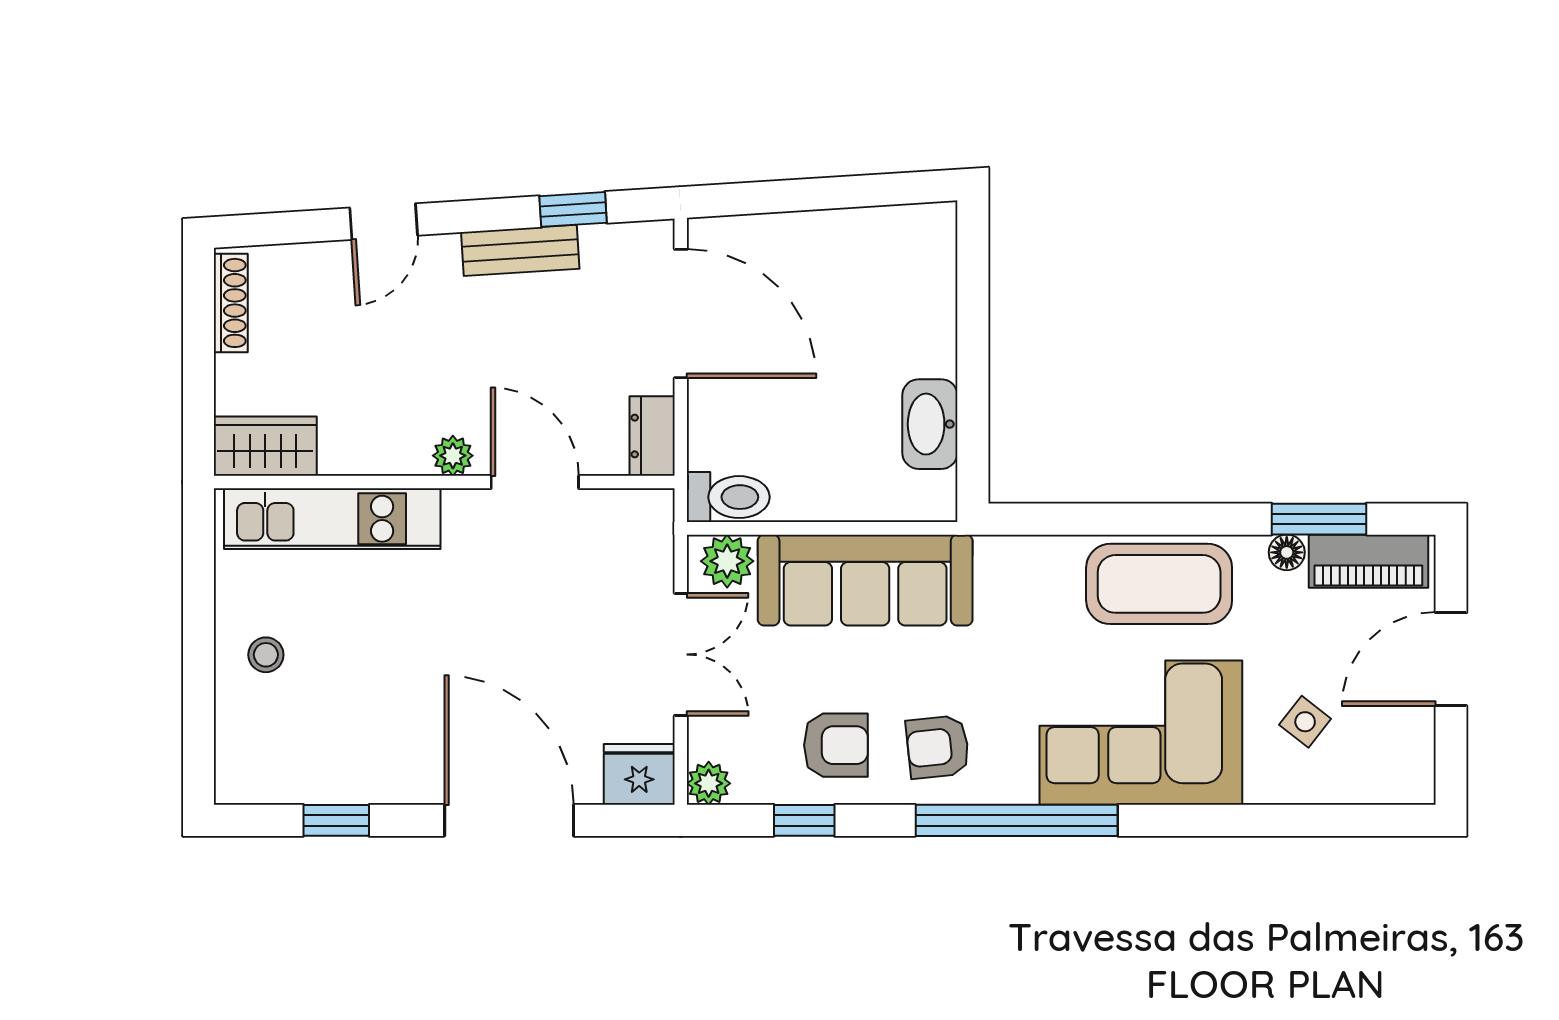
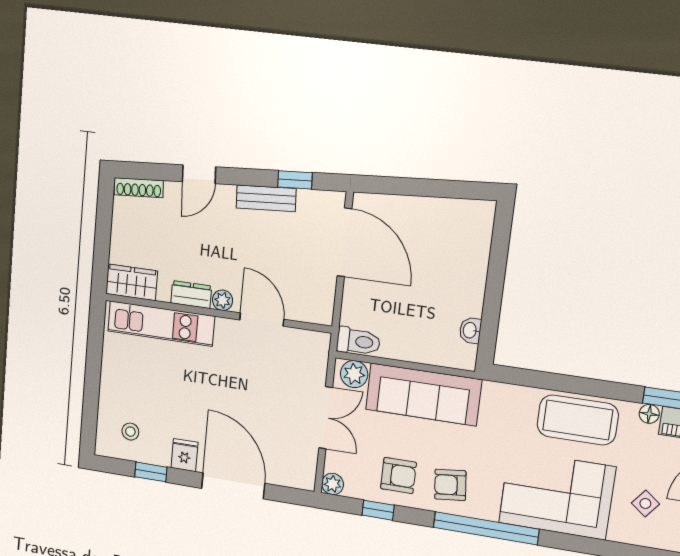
shoe rack: (231, 303) -> (139, 188), moved, turned 86
washbasin: (930, 424) -> (470, 330), width x0.52, depth x0.69
dresser: (652, 436) -> (191, 295), moved, turned 90
stool: (266, 655) -> (130, 432), moved
fridge: (639, 774) -> (184, 455), moved, width x0.72

